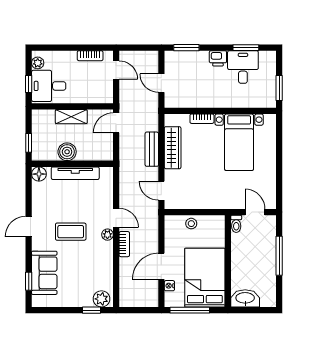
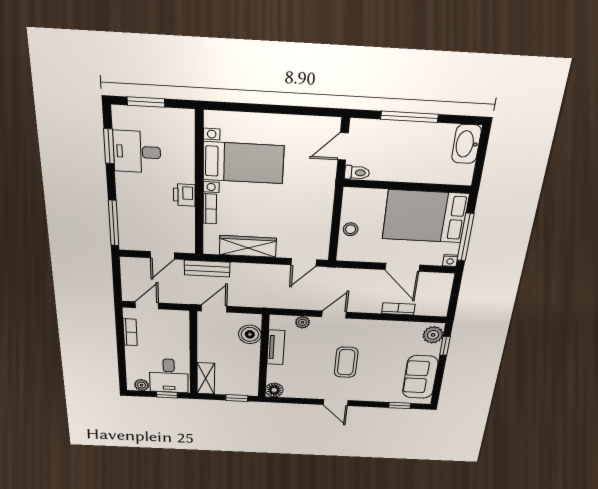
window: (186, 48) -> (114, 223), width x1.44
printer: (218, 58) -> (184, 195), moved, turned 180
window: (279, 88) -> (146, 102), moved
shelving: (71, 117) -> (206, 378), moved
door: (116, 123) -> (214, 309), swing flipped
bench: (152, 149) -> (207, 269), moved
boiler: (67, 152) -> (250, 334), moved
tv unit: (75, 173) -> (276, 347), width x0.71
plant: (107, 235) -> (303, 322), moved
bookcase: (124, 244) -> (398, 309), moved
sofa: (44, 273) -> (420, 377), moved, turned -90
nightstand: (169, 286) -> (450, 260), moved
washbasin: (245, 298) -> (466, 144), moved

